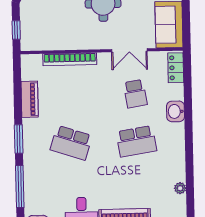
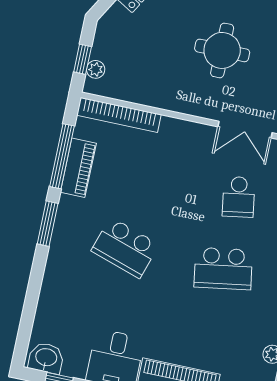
plant: (26, 34) -> (96, 69), added
bookcase: (70, 59) -> (119, 115), moved
window: (20, 187) -> (62, 156), moved

